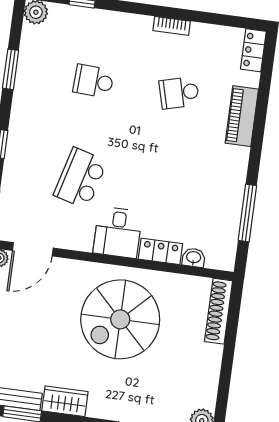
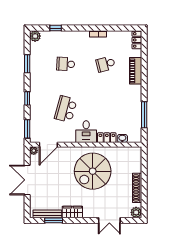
shoe rack: (219, 311) -> (137, 188), moved

